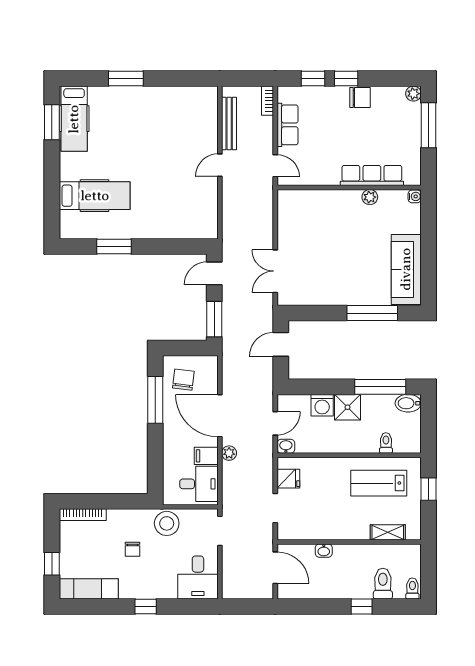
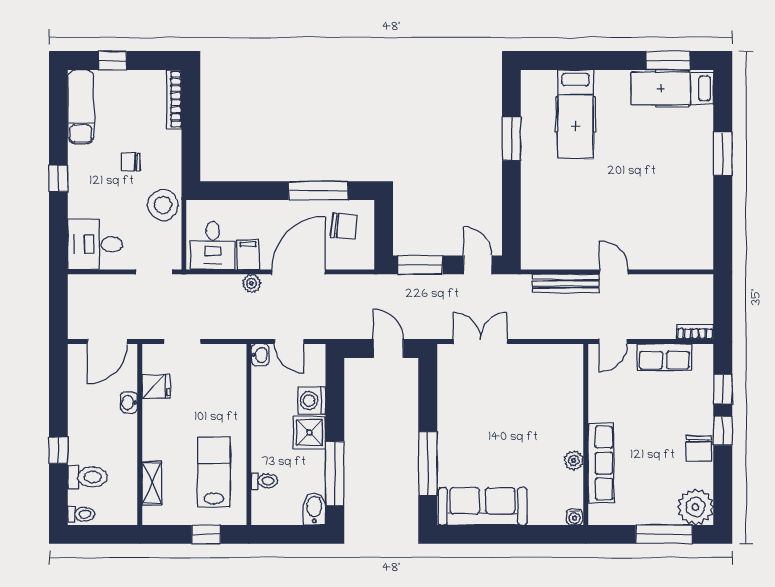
plant: (413, 94) -> (695, 507), width x1.87, depth x1.87
bench: (229, 123) -> (566, 283), moved
fridge: (288, 479) -> (156, 386), moved, turned -90

